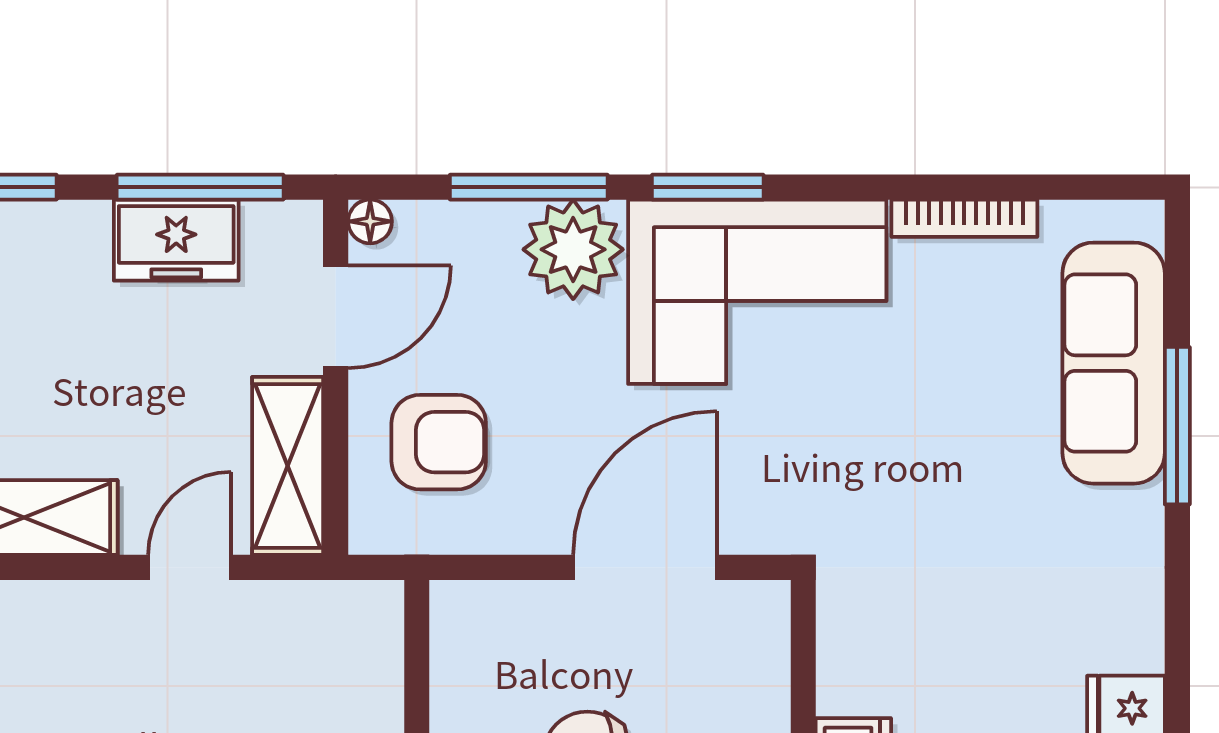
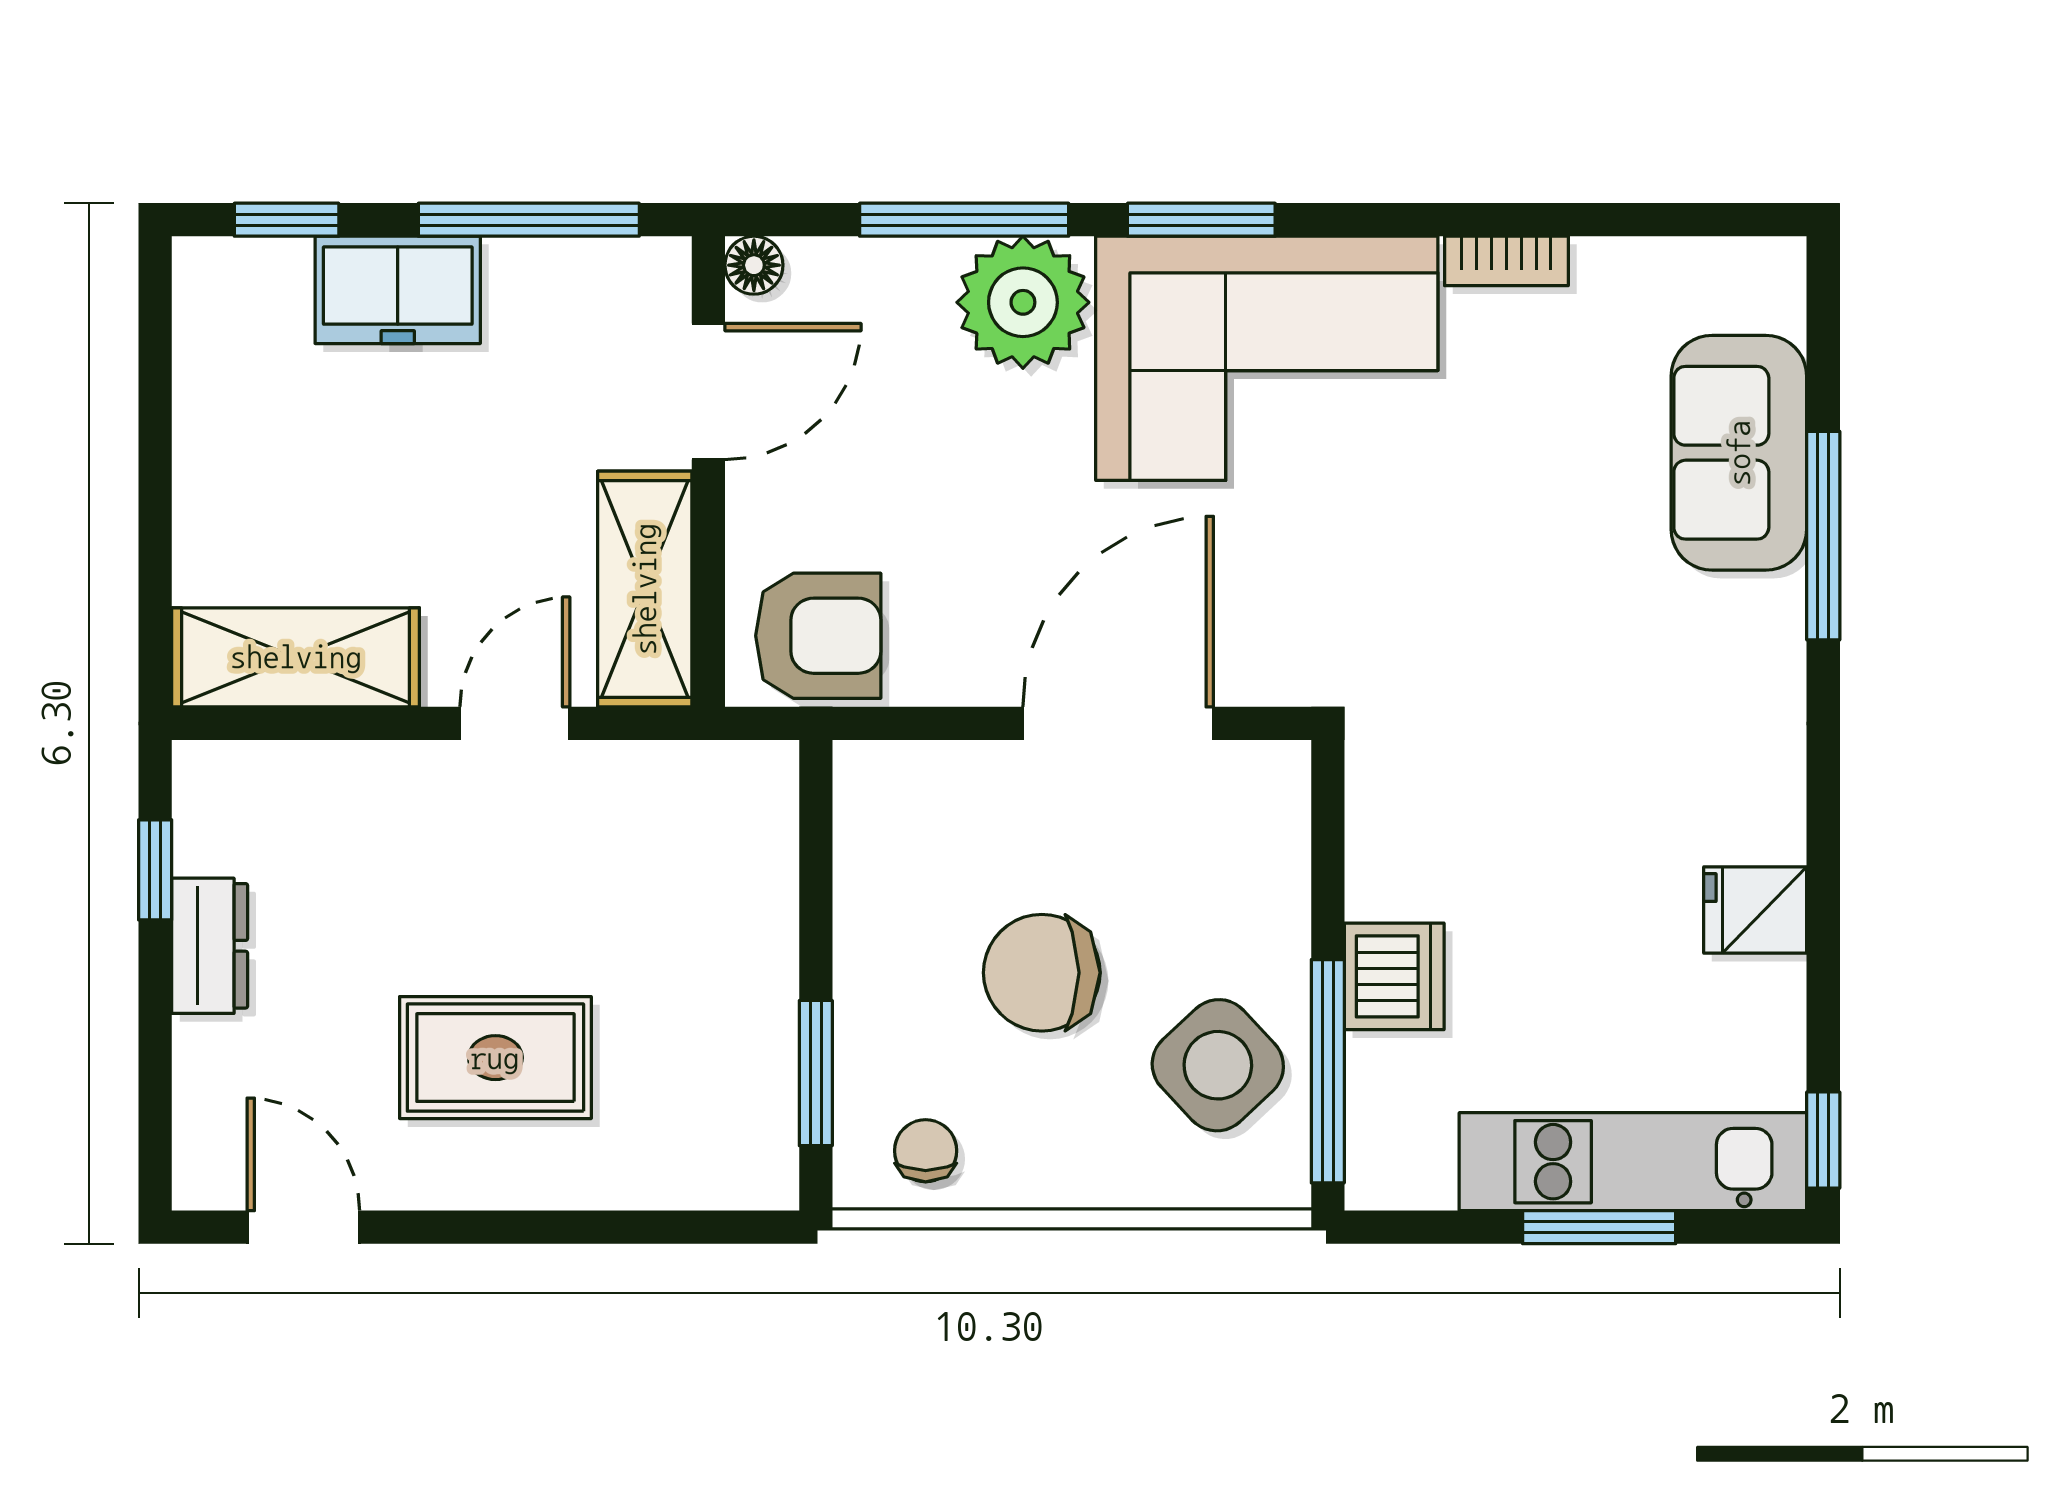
bookcase: (964, 218) -> (1506, 261), width x0.64
freezer: (176, 240) -> (398, 290), moved
sofa: (1114, 363) -> (1739, 453), width x0.73
armchair: (439, 442) -> (818, 636), moved

